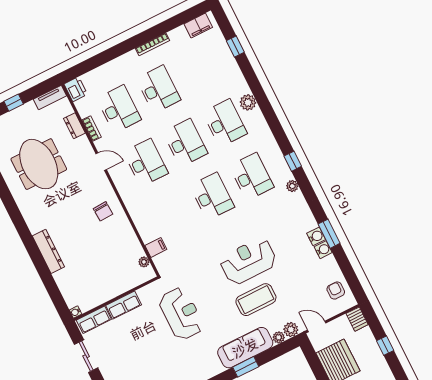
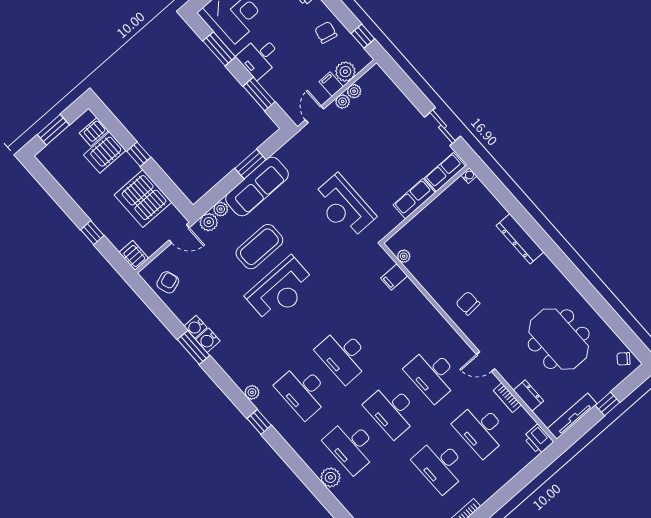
tv unit: (50, 97) -> (572, 416), width x1.41
armchair: (336, 291) -> (168, 282), turned -108

